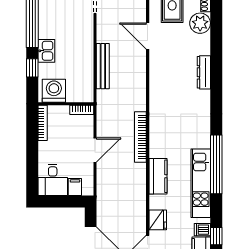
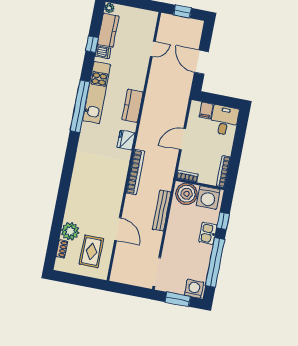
dresser: (204, 72) -> (75, 188), removed
boiler: (79, 90) -> (186, 194), added
bookcase: (140, 137) -> (135, 172), moved
fridge: (158, 220) -> (126, 140), moved

